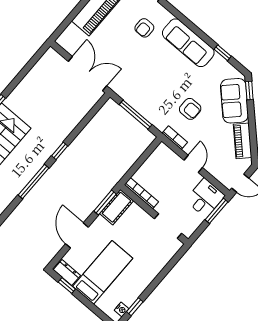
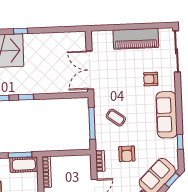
double door: (88, 74) -> (90, 70), swing flipped
coffee table: (150, 89) -> (116, 118), added

